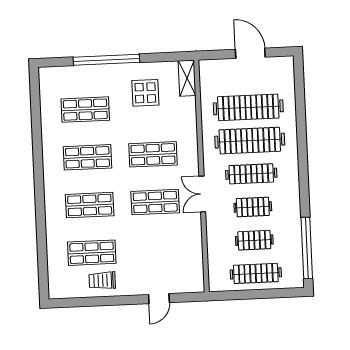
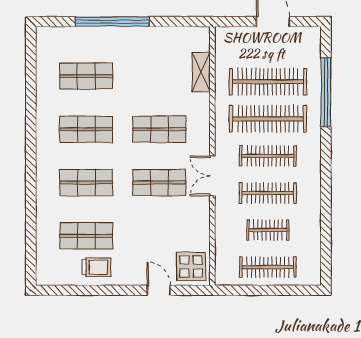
shelving: (187, 78) -> (201, 72), moved
display table: (145, 93) -> (191, 267), moved
clothes rail: (253, 207) -> (268, 193), width x1.36
window: (307, 248) -> (326, 92), moved
trolley: (102, 280) -> (96, 267), turned 180
door: (159, 299) -> (159, 290), swing flipped

